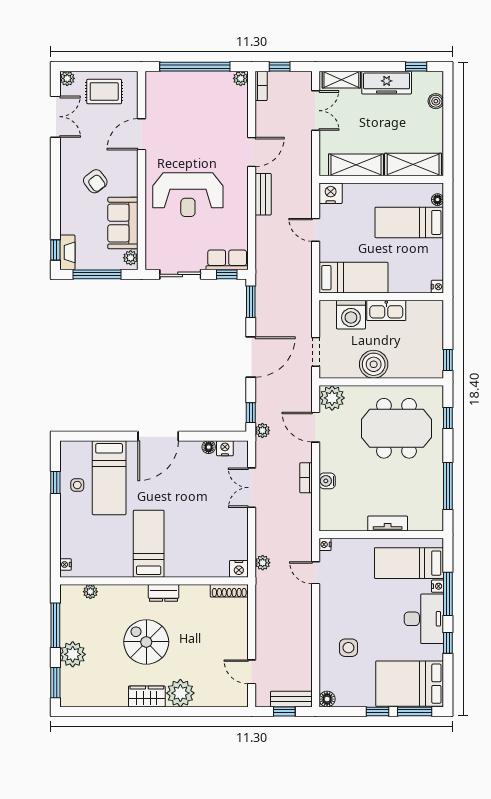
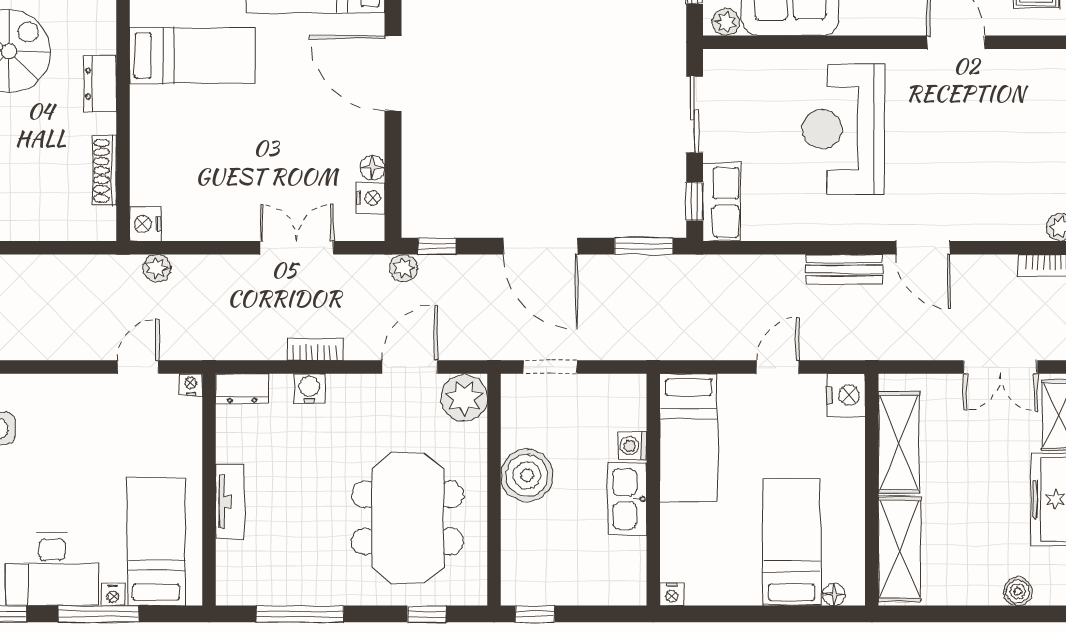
washing machine: (351, 315) -> (632, 446), width x0.53, depth x0.53
dresser: (327, 517) -> (242, 389), added
shoe rack: (229, 591) -> (104, 171), moved

